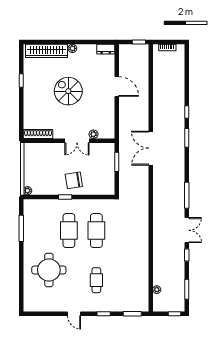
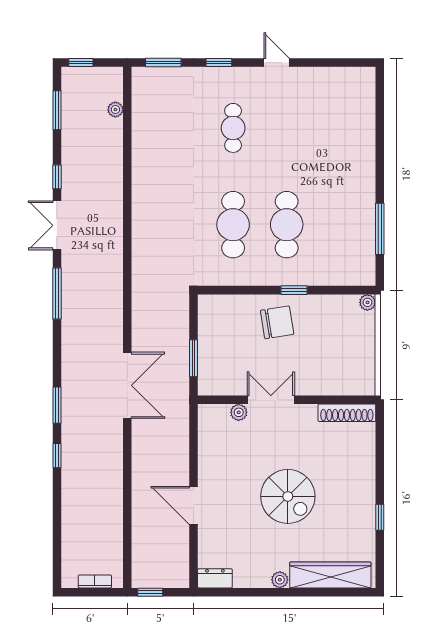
round table: (49, 270) -> (326, 148), removed

